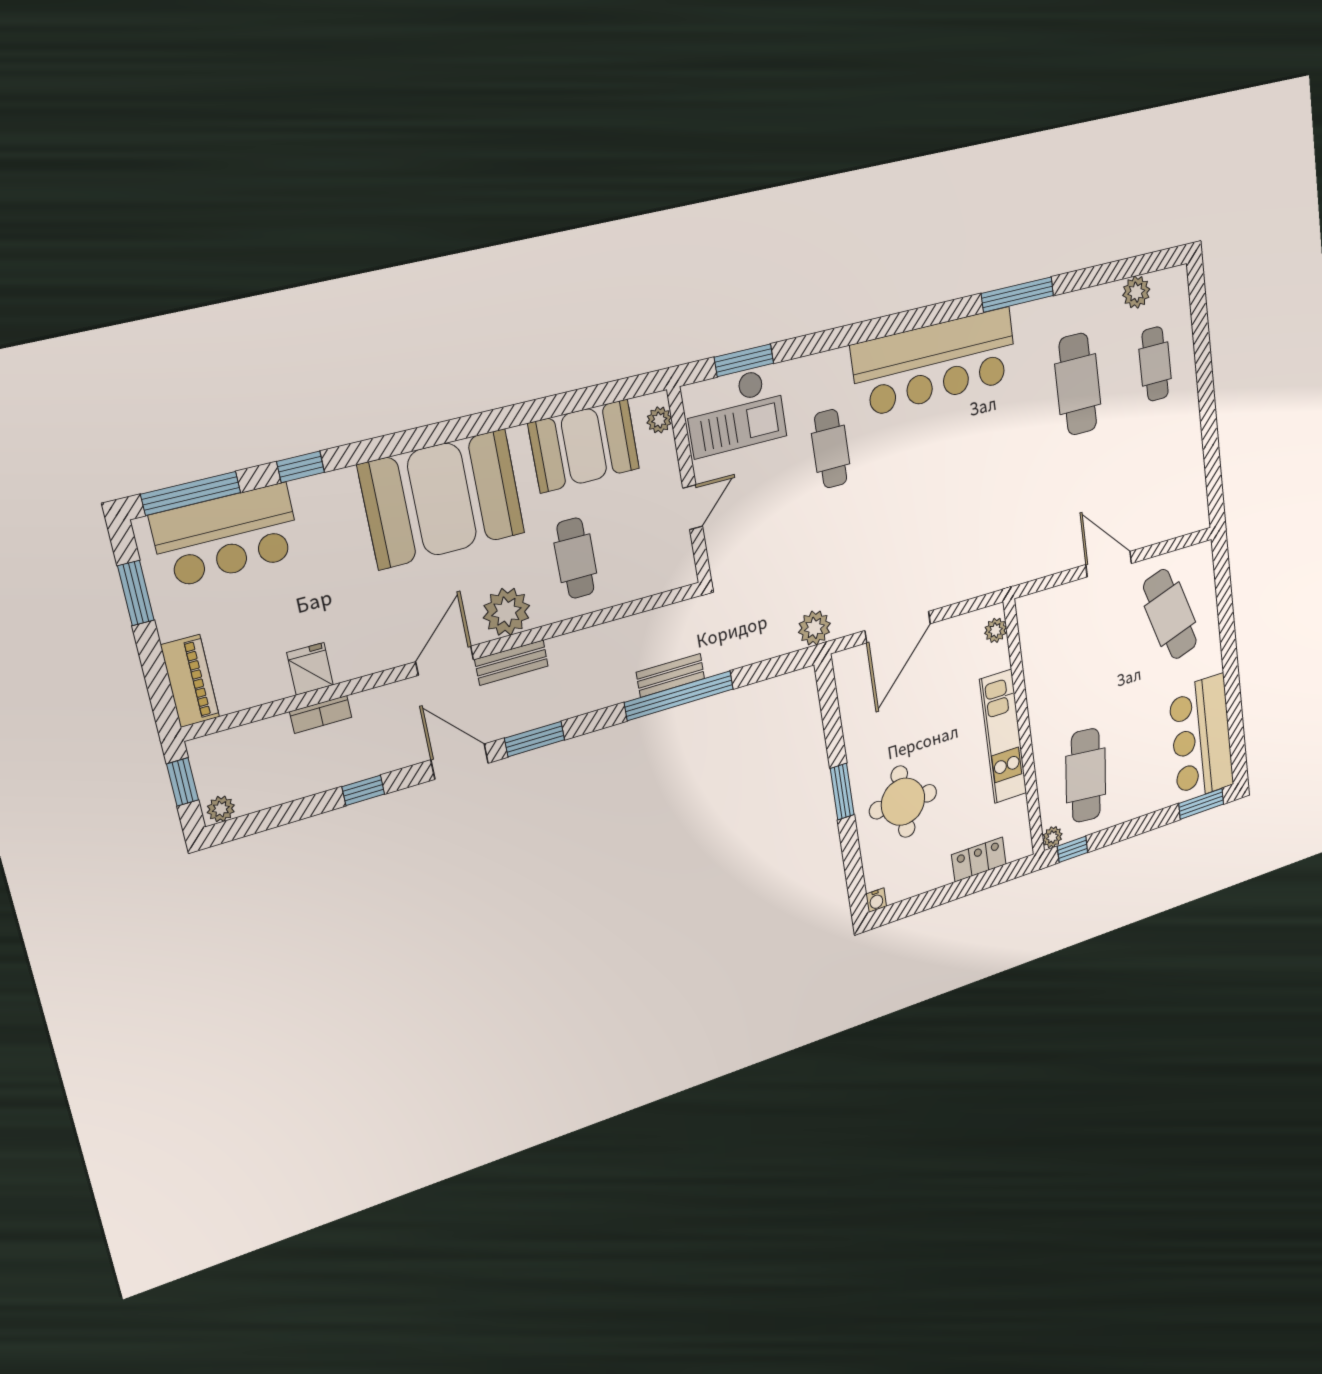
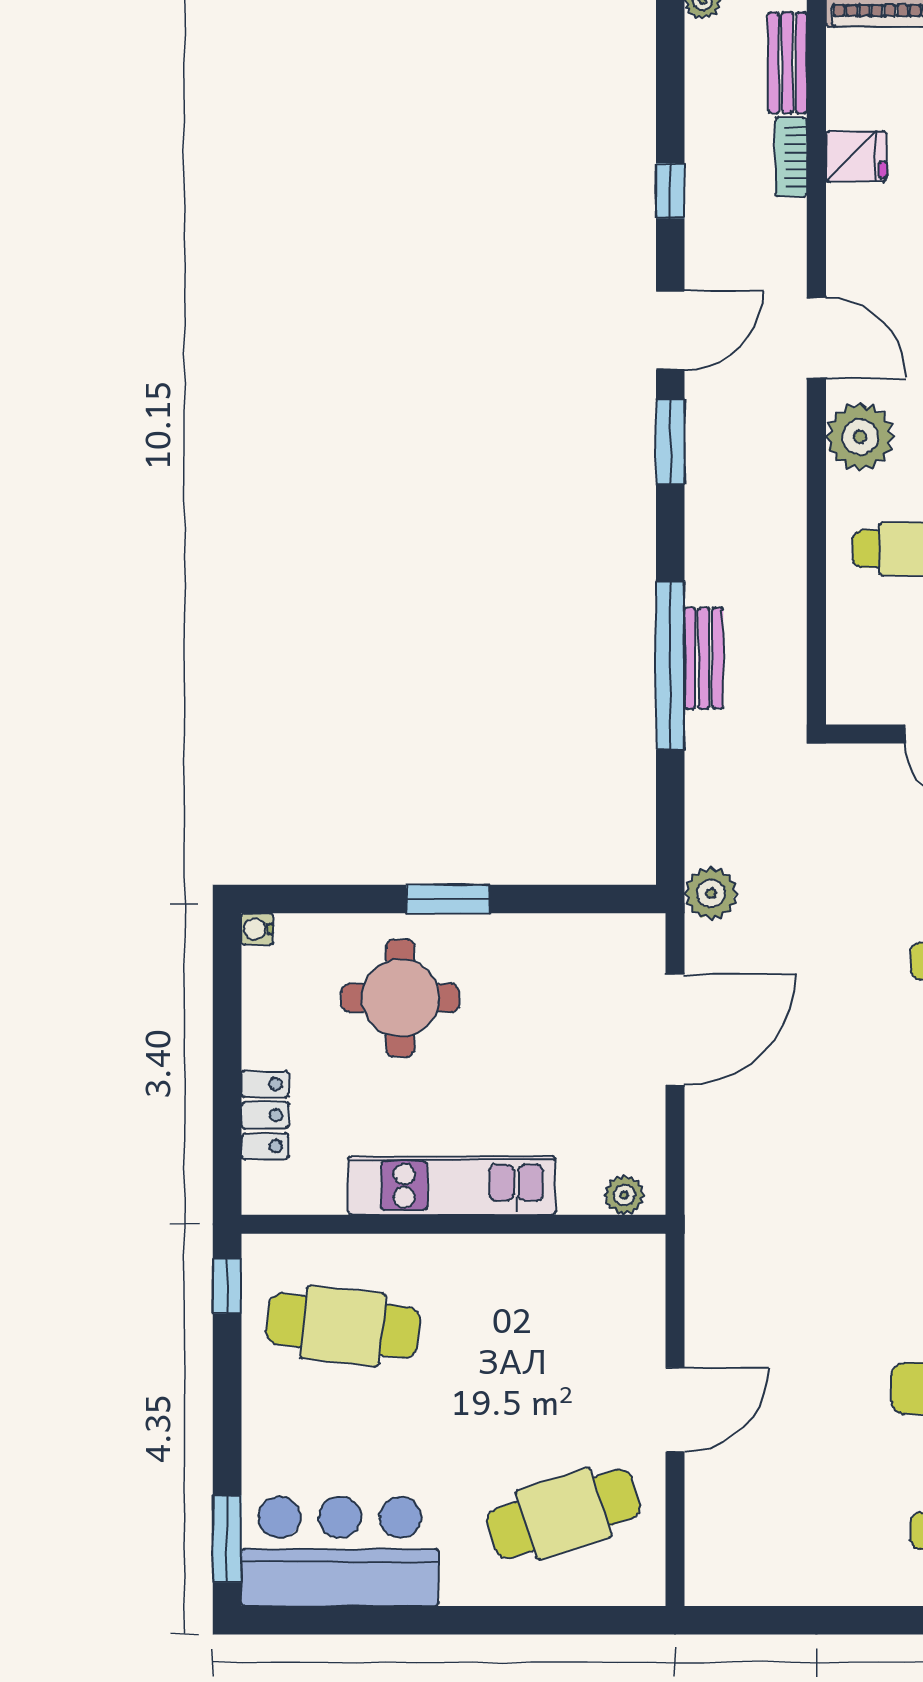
door: (898, 627) -> (675, 1030), swing flipped
bench: (512, 663) -> (788, 63), moved
plant: (1052, 837) -> (260, 1252), removed

